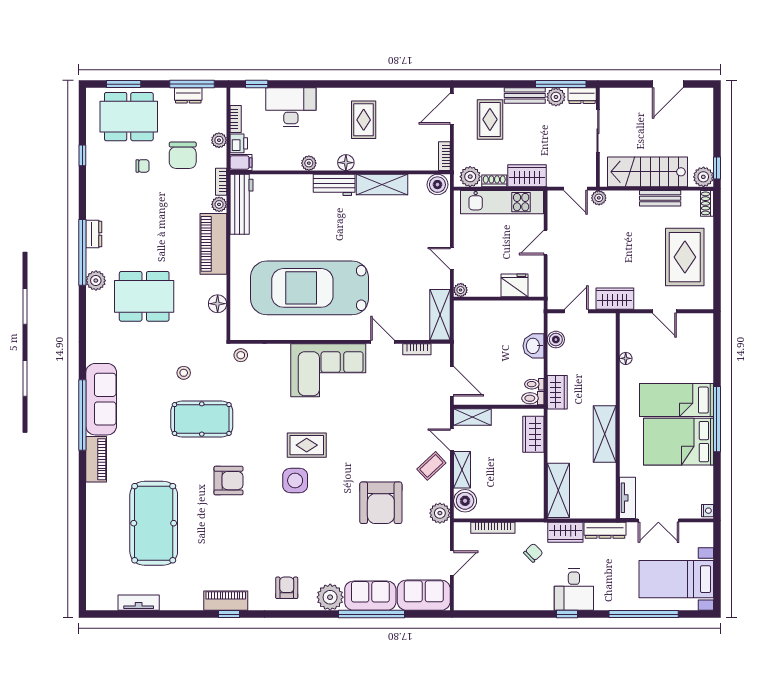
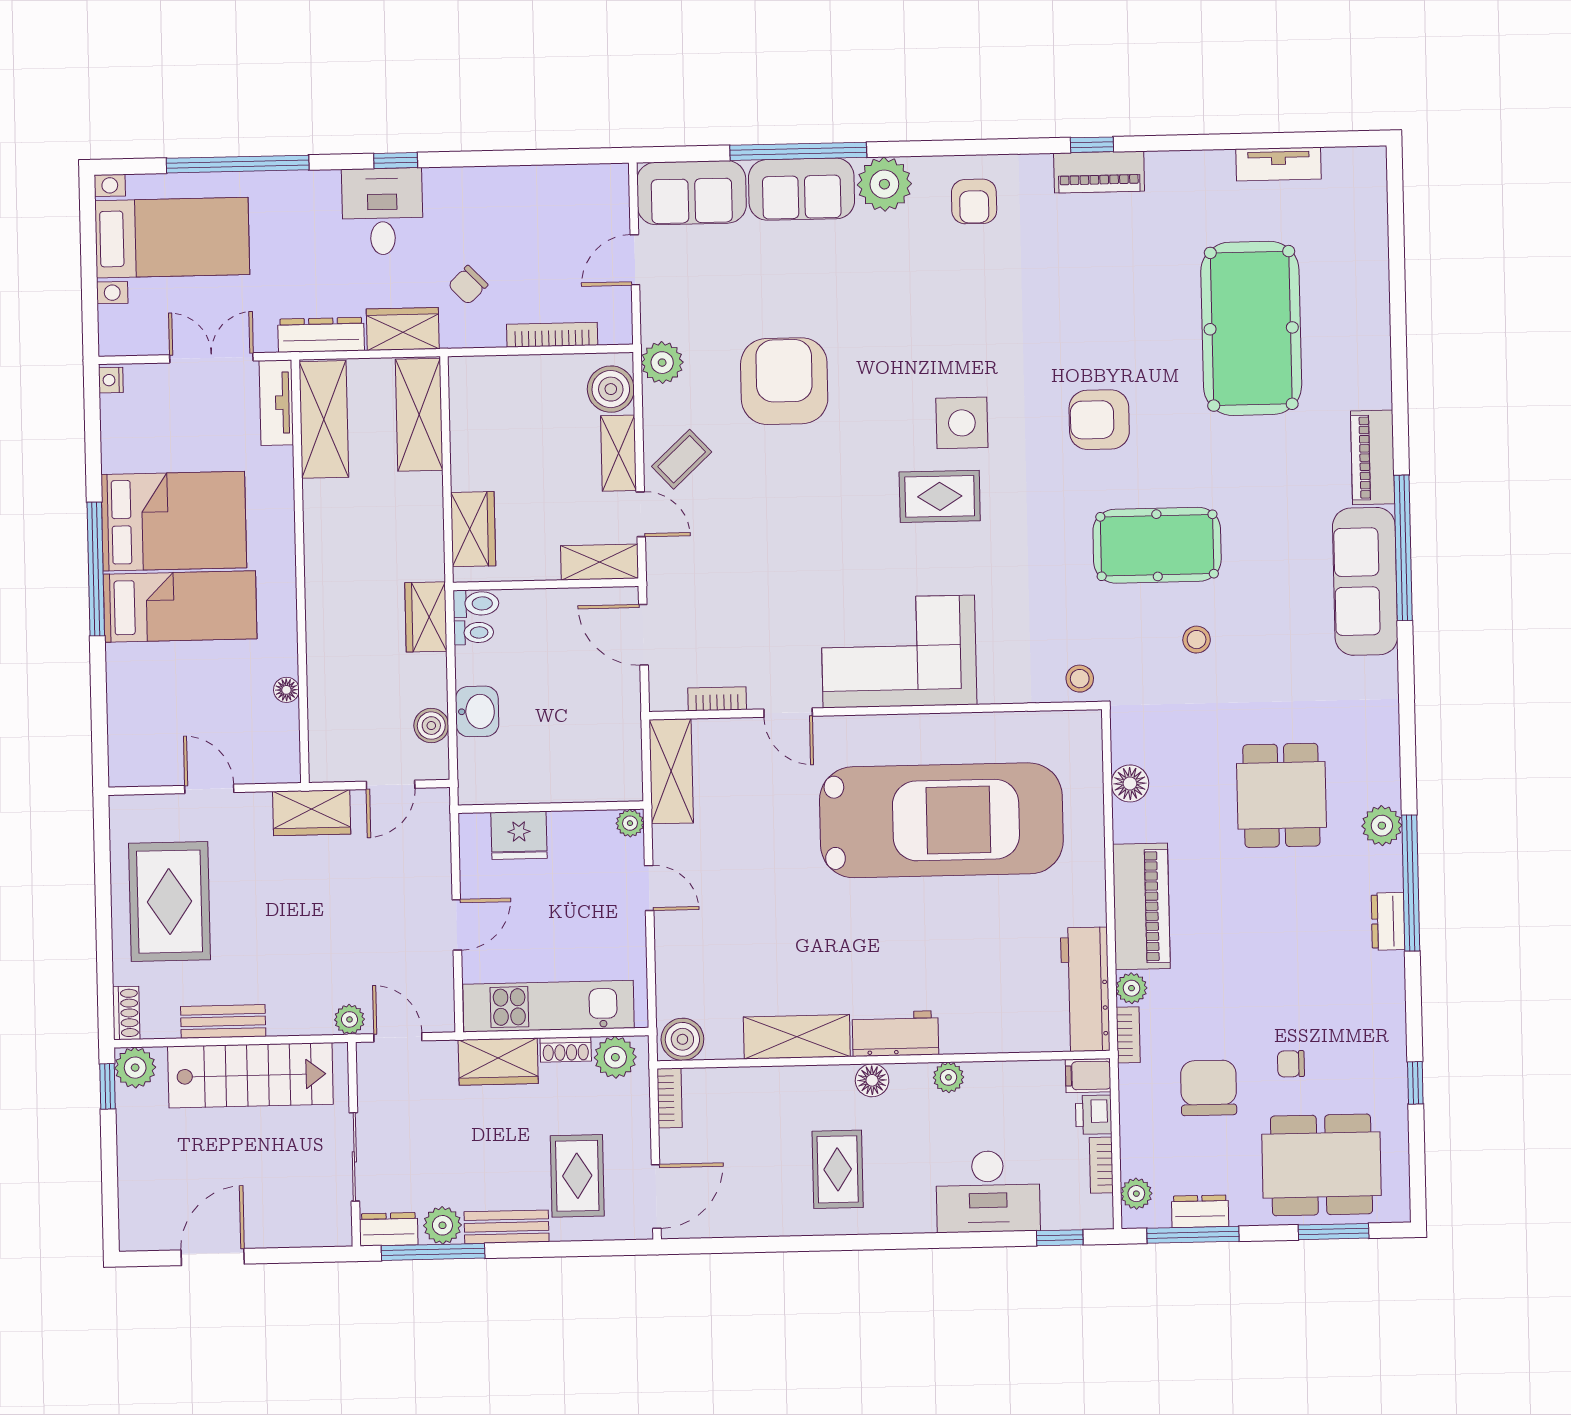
plant: (219, 140) -> (1136, 1194), moved
dining table: (144, 296) -> (1281, 795), width x0.73
shelving: (605, 434) -> (324, 419), moved

